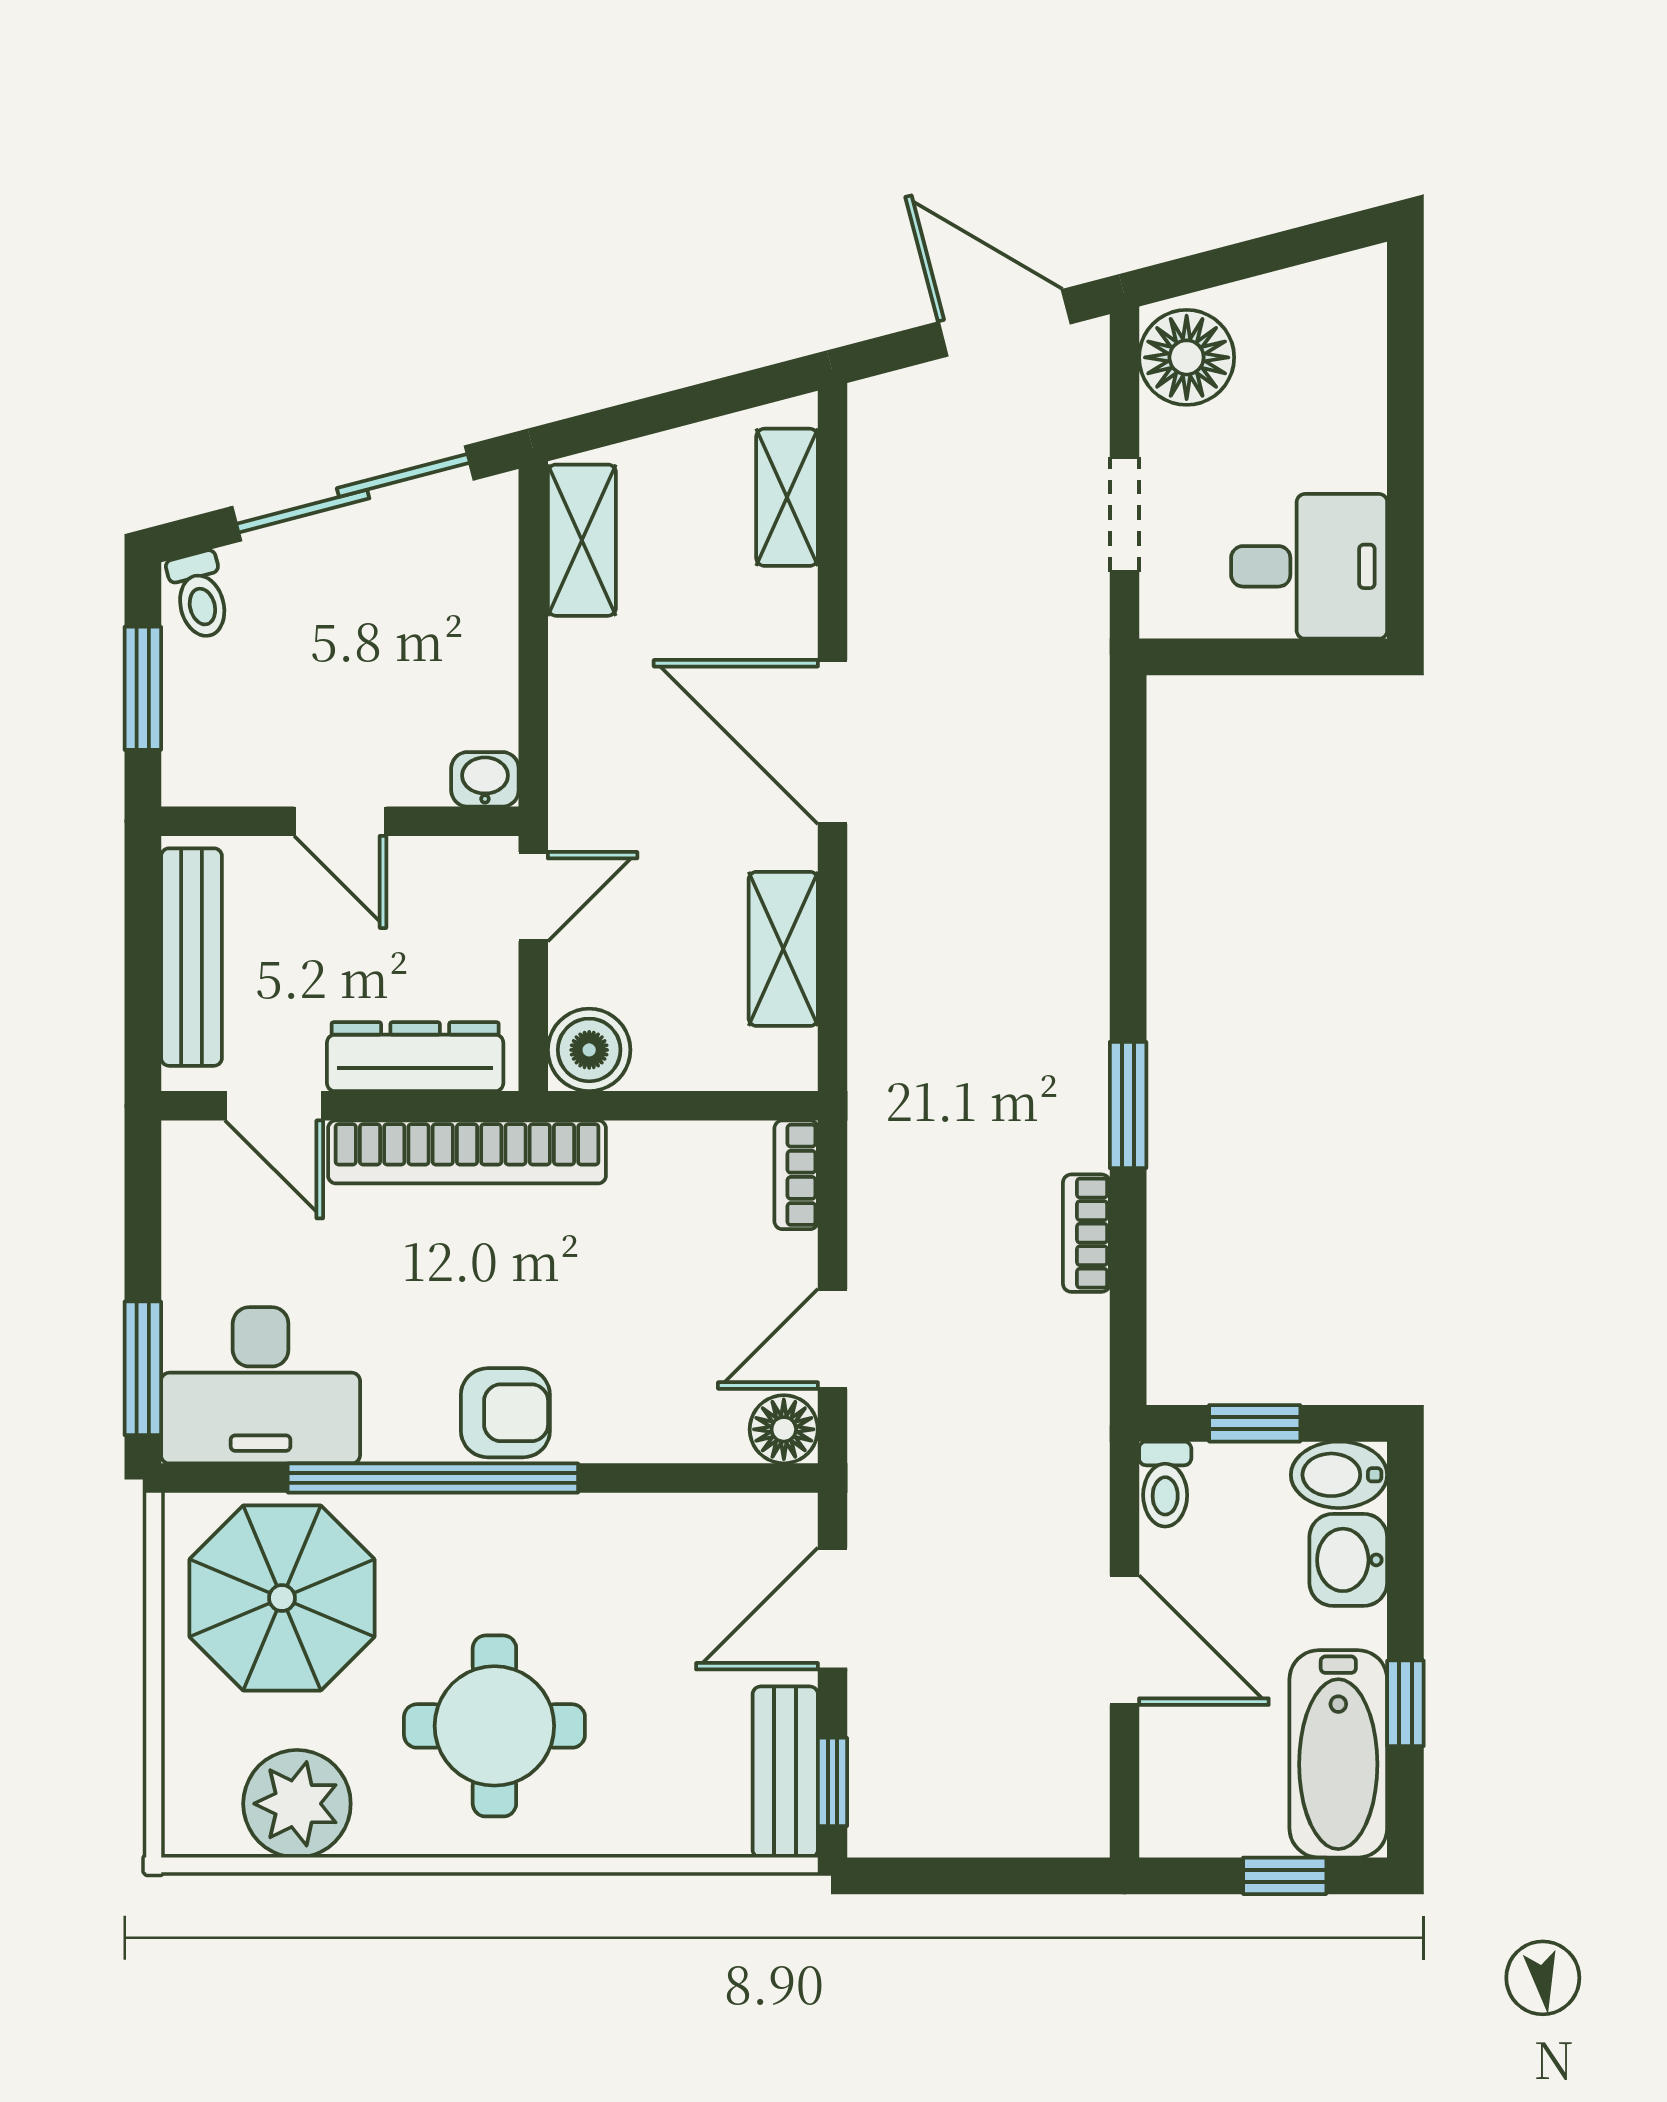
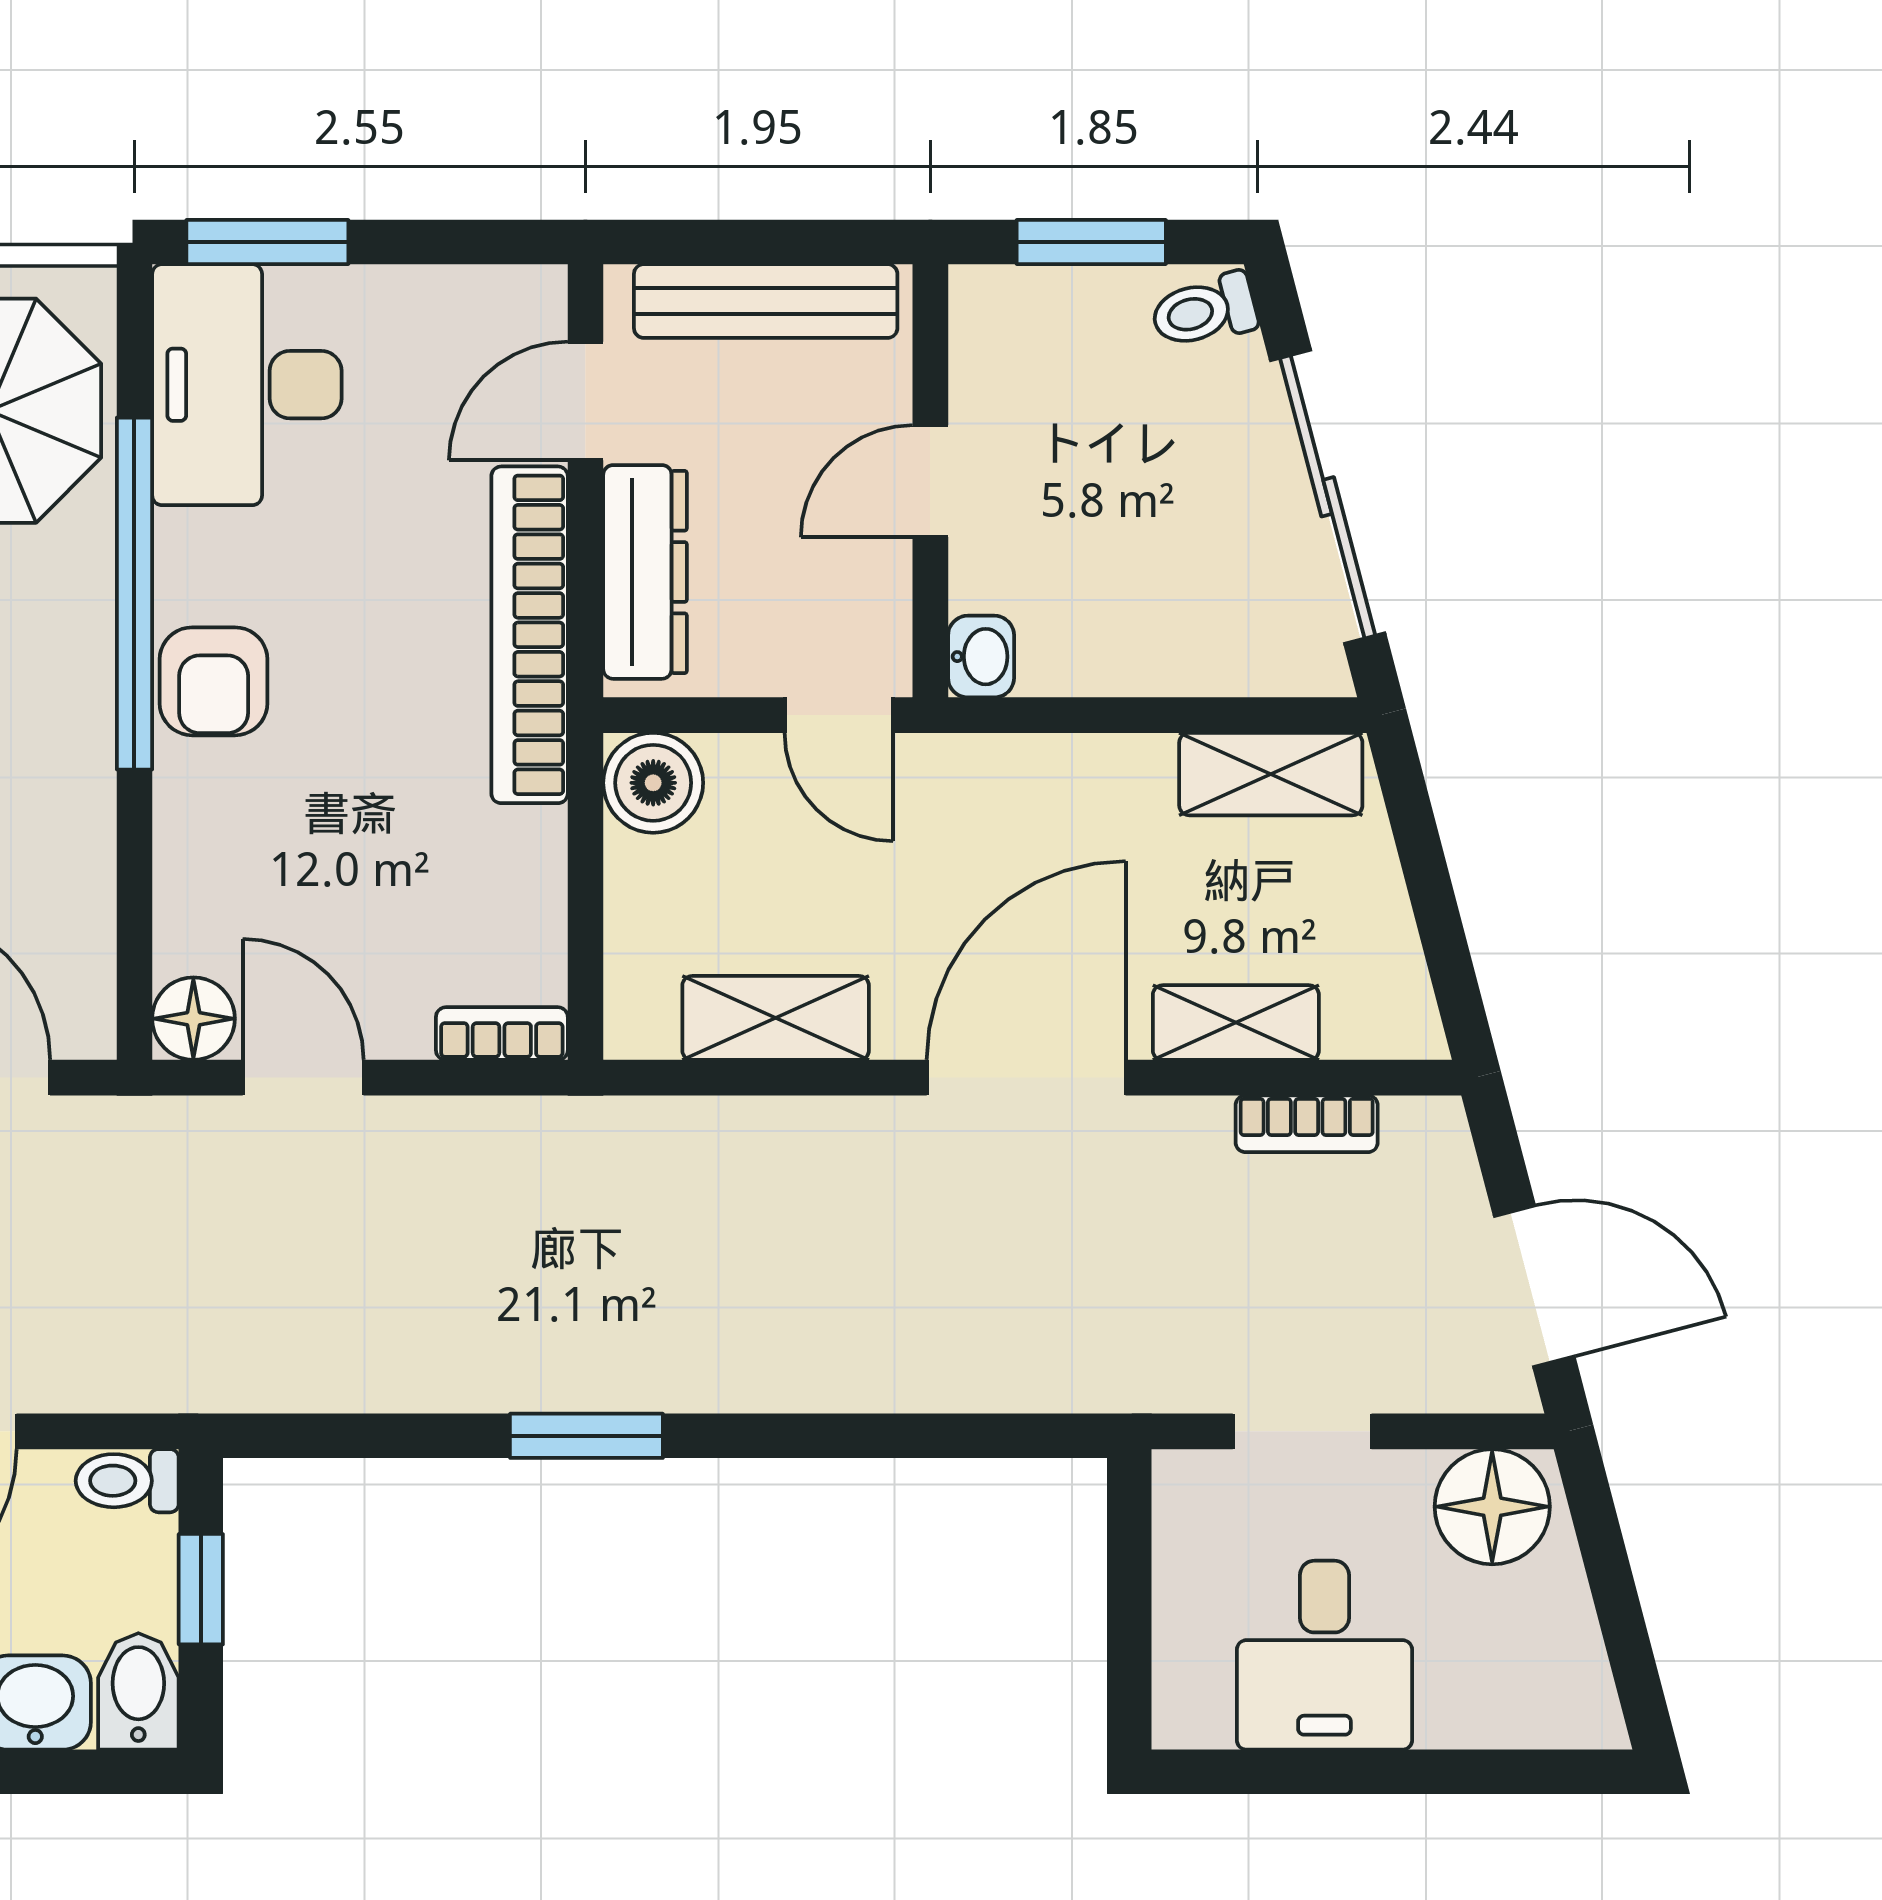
door: (1005, 323) -> (1534, 1286), hinge flipped
shelving: (787, 497) -> (1236, 1023), moved
desk: (1309, 566) -> (1324, 1655), moved
bookcase: (1086, 1233) -> (1307, 1124), moved, turned 180

